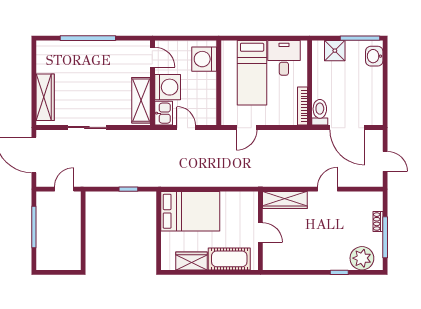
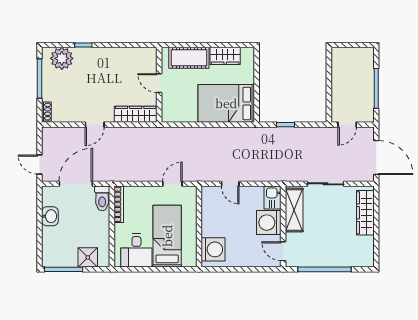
washbasin: (374, 56) -> (50, 216), moved
door: (152, 57) -> (283, 251), moved
wall: (152, 83) -> (283, 227), moved
washing machine: (168, 87) -> (269, 223), moved
shelving: (141, 100) -> (294, 210), moved
kitchen sink: (164, 113) -> (273, 198), moved
door: (347, 128) -> (76, 184), hinge flipped
door: (385, 161) -> (40, 164), moved
shoe rack: (378, 222) -> (46, 112), moved

